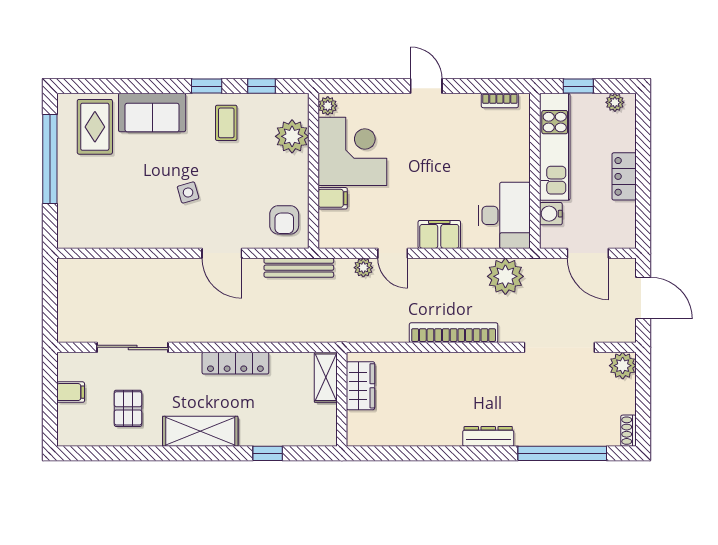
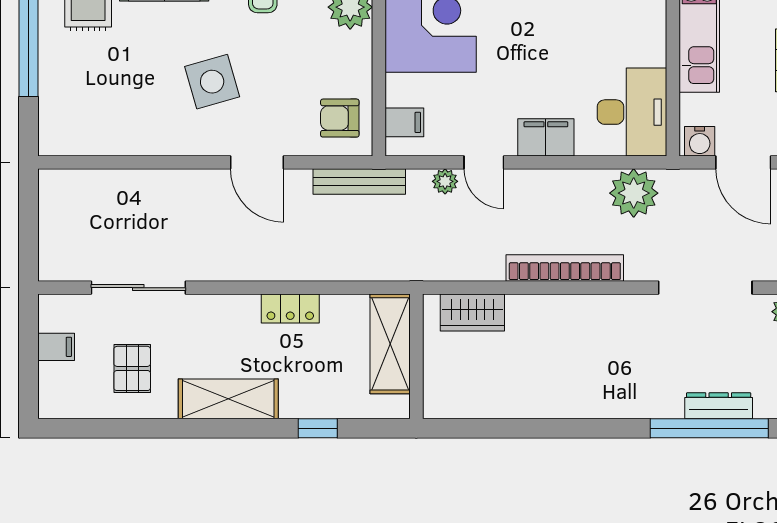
side table: (188, 192) -> (212, 82), width x1.87, depth x1.87
filing cabinet: (333, 198) -> (404, 122), moved
water cooler: (551, 214) -> (700, 141), moved, turned -90
armchair: (284, 220) -> (340, 118), turned 90
locker: (235, 363) -> (290, 308), width x0.66
shelving: (326, 377) -> (390, 344), width x1.50, depth x1.33
wardrobe: (361, 386) -> (472, 312), moved, turned 90
dresser: (488, 436) -> (719, 406), moved

